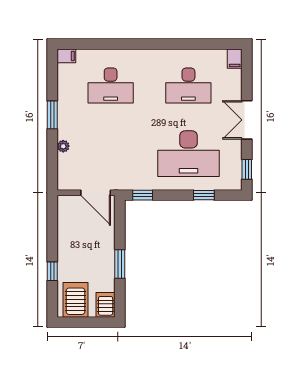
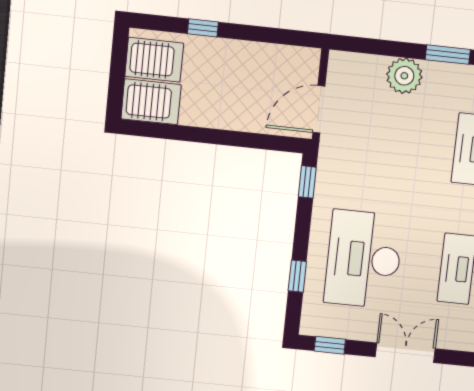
plant: (63, 146) -> (404, 76), width x1.87, depth x1.87
window: (120, 264) -> (204, 135), removed
server rack: (106, 305) -> (151, 102), width x1.36, depth x1.44

